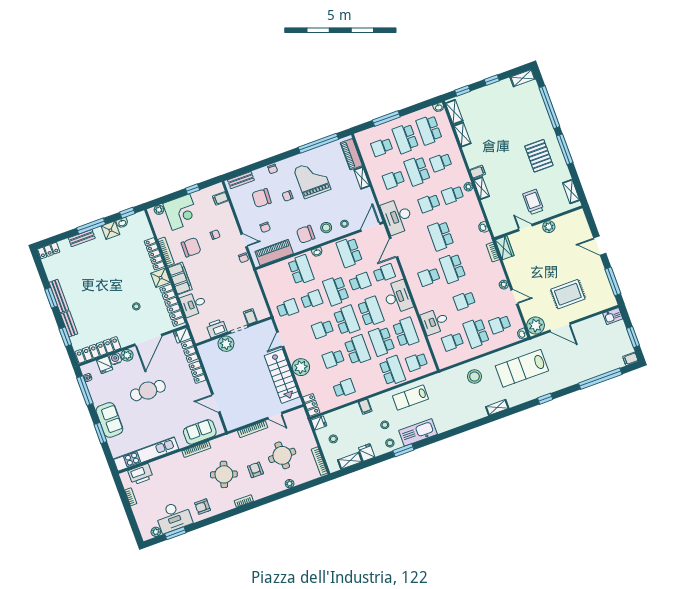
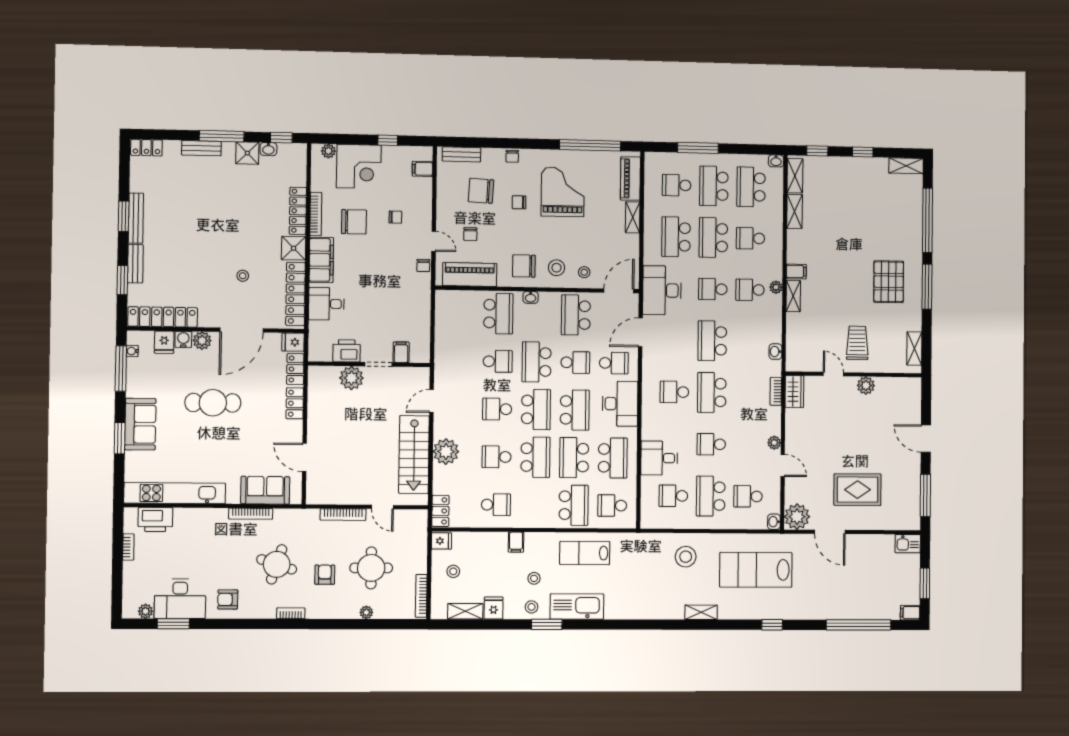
school desk: (394, 180) -> (676, 237), width x1.85
school desk: (288, 308) -> (459, 361), removed

